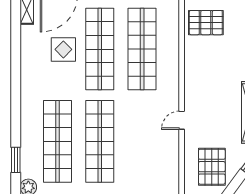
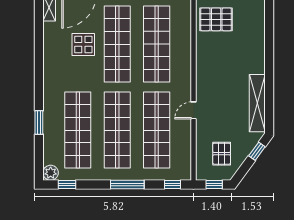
shop shelf: (142, 141) -> (157, 130), added
window: (16, 160) -> (39, 122), moved
pallet: (212, 167) -> (222, 154), width x0.67, depth x0.71

